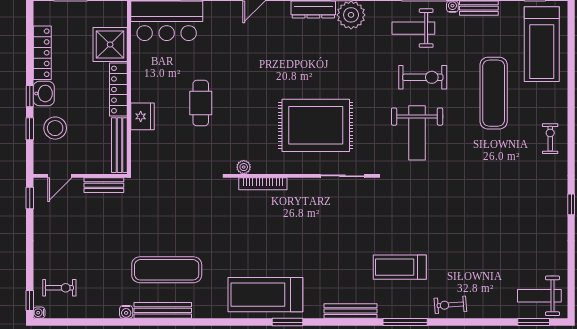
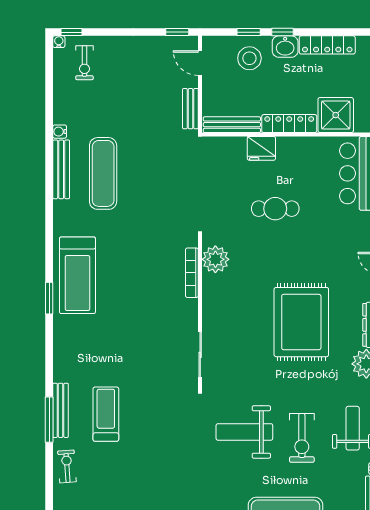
rug: (316, 125) -> (301, 322), moved
plant: (244, 167) -> (215, 259), width x1.88, depth x1.88
treadmill: (265, 295) -> (77, 275), turned 180
bench: (350, 311) -> (61, 410), moved

